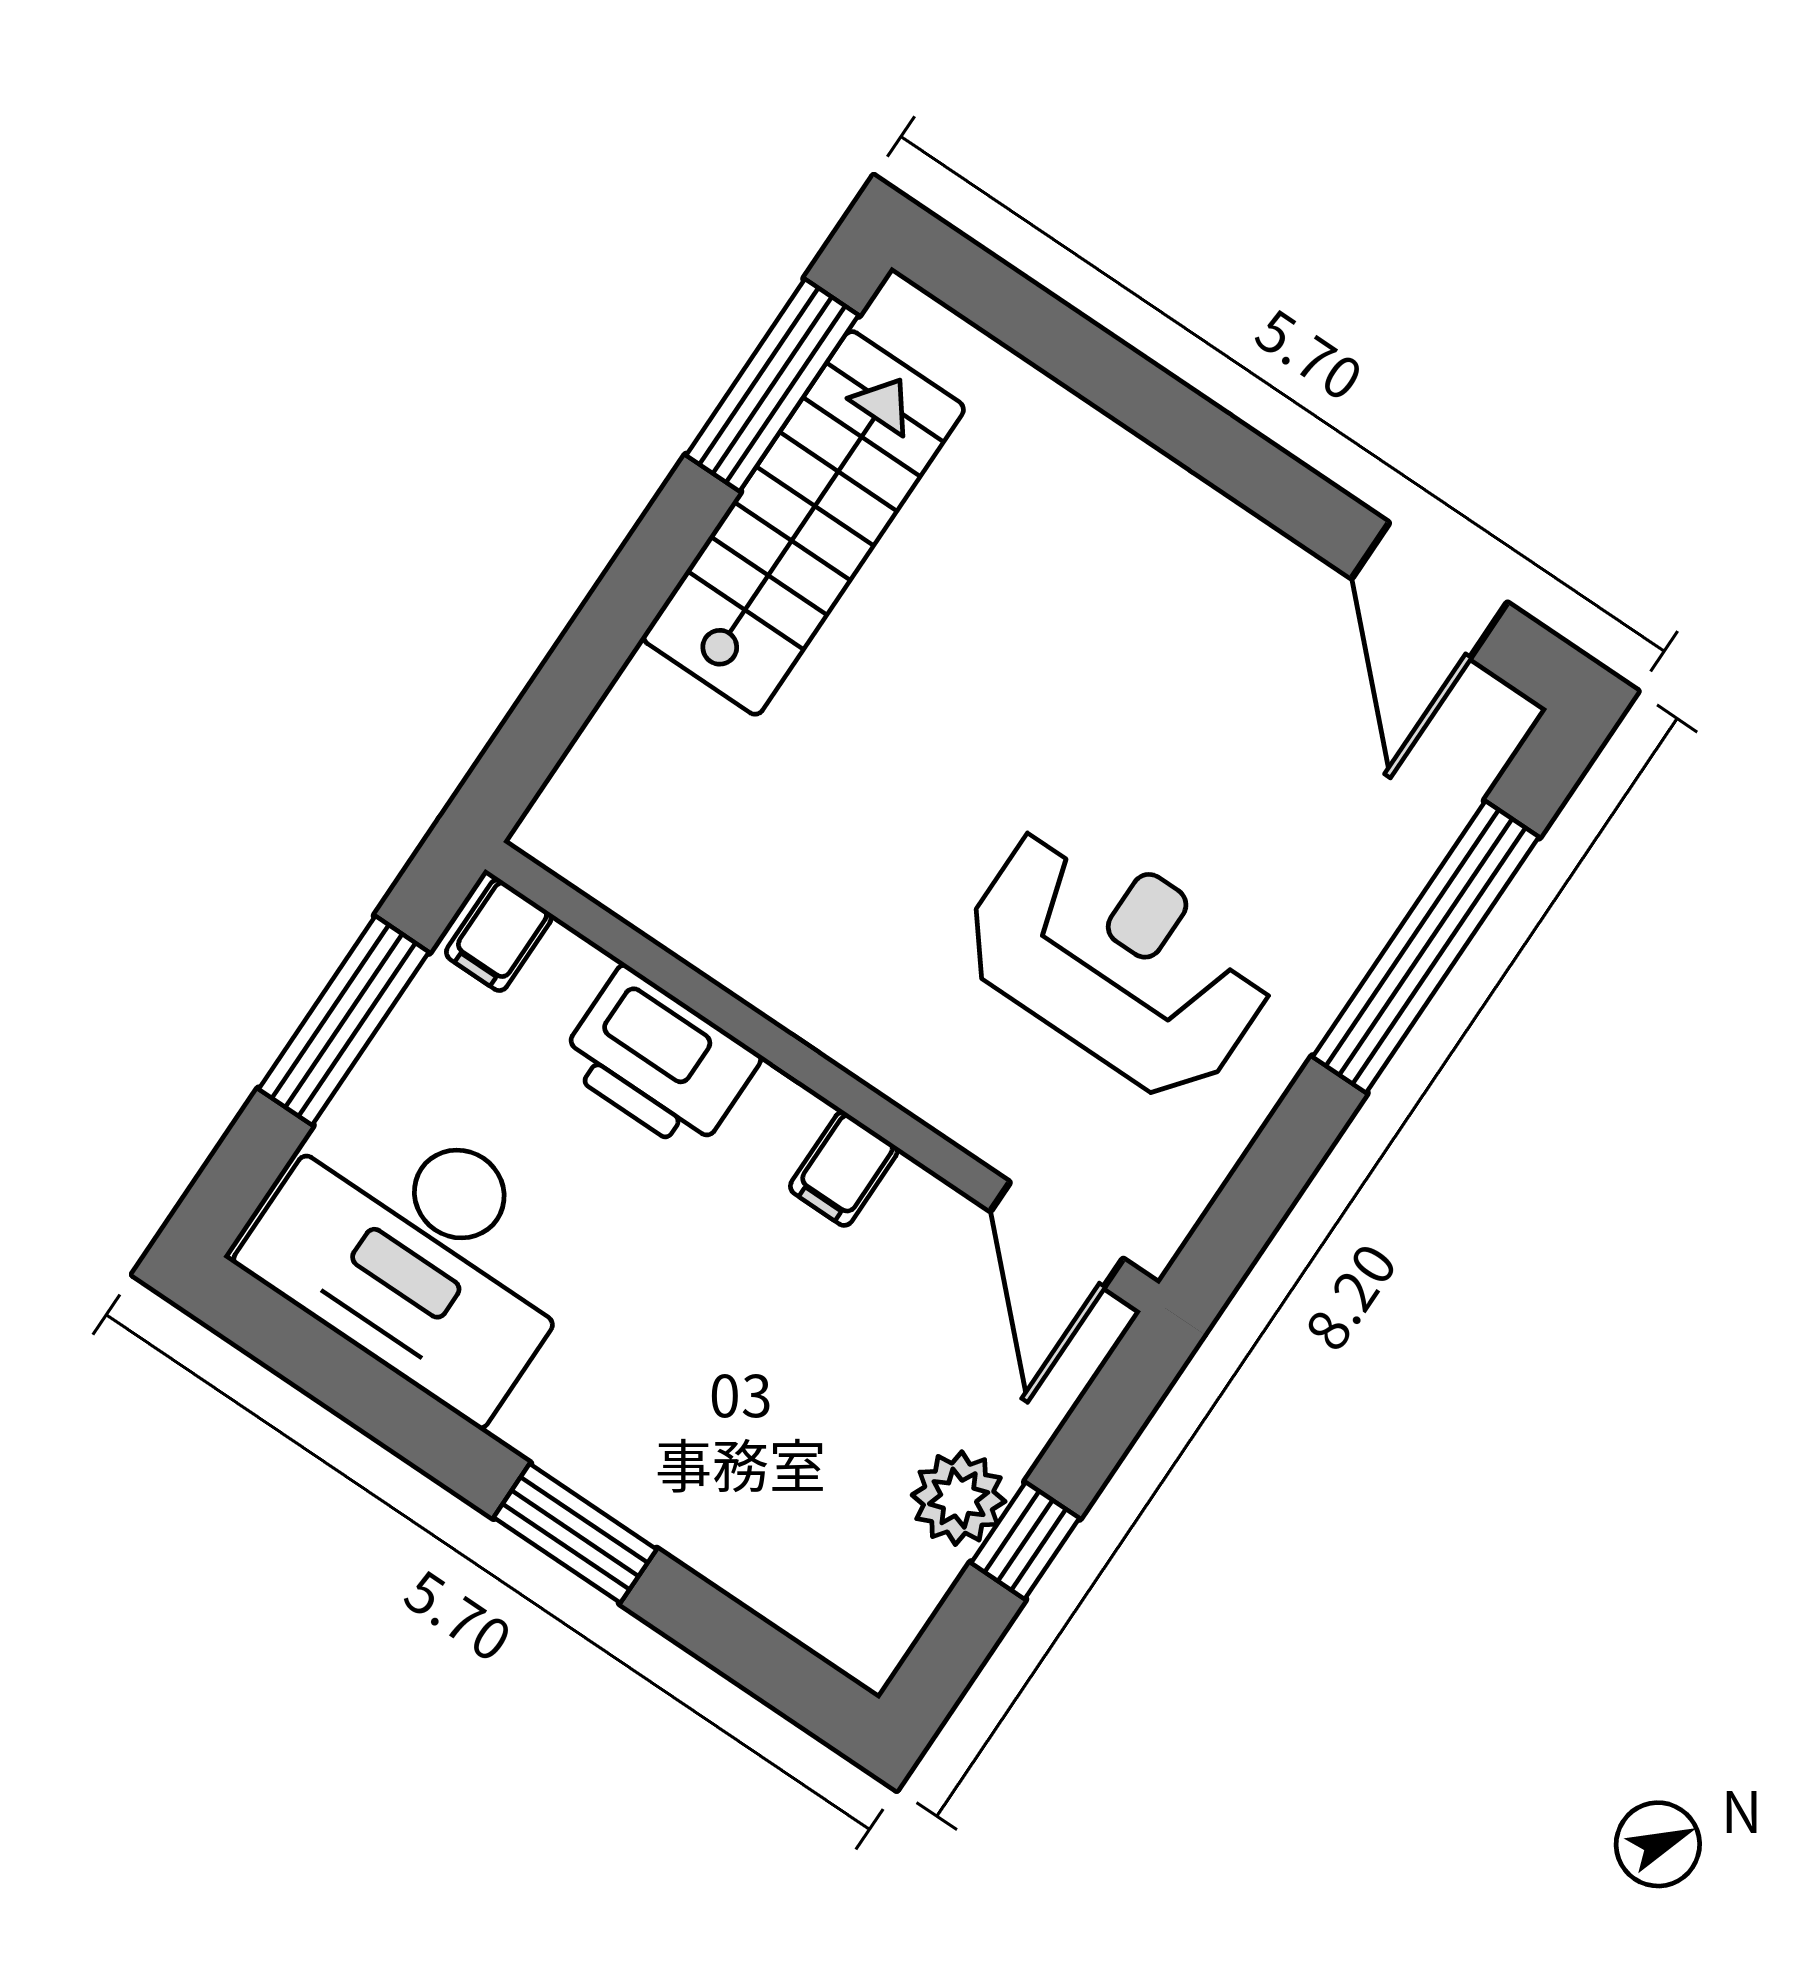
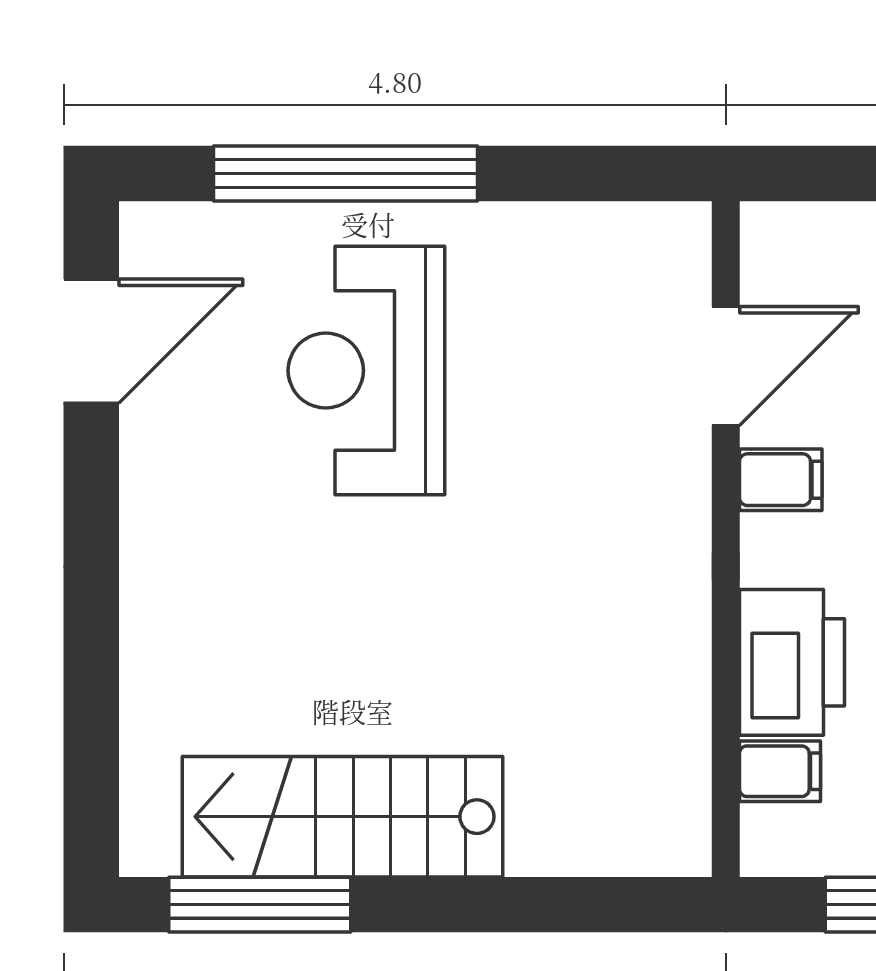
filing cabinet: (499, 935) -> (780, 771), moved
reception desk: (1117, 960) -> (366, 371), moved
door: (1057, 1235) -> (726, 366), moved

